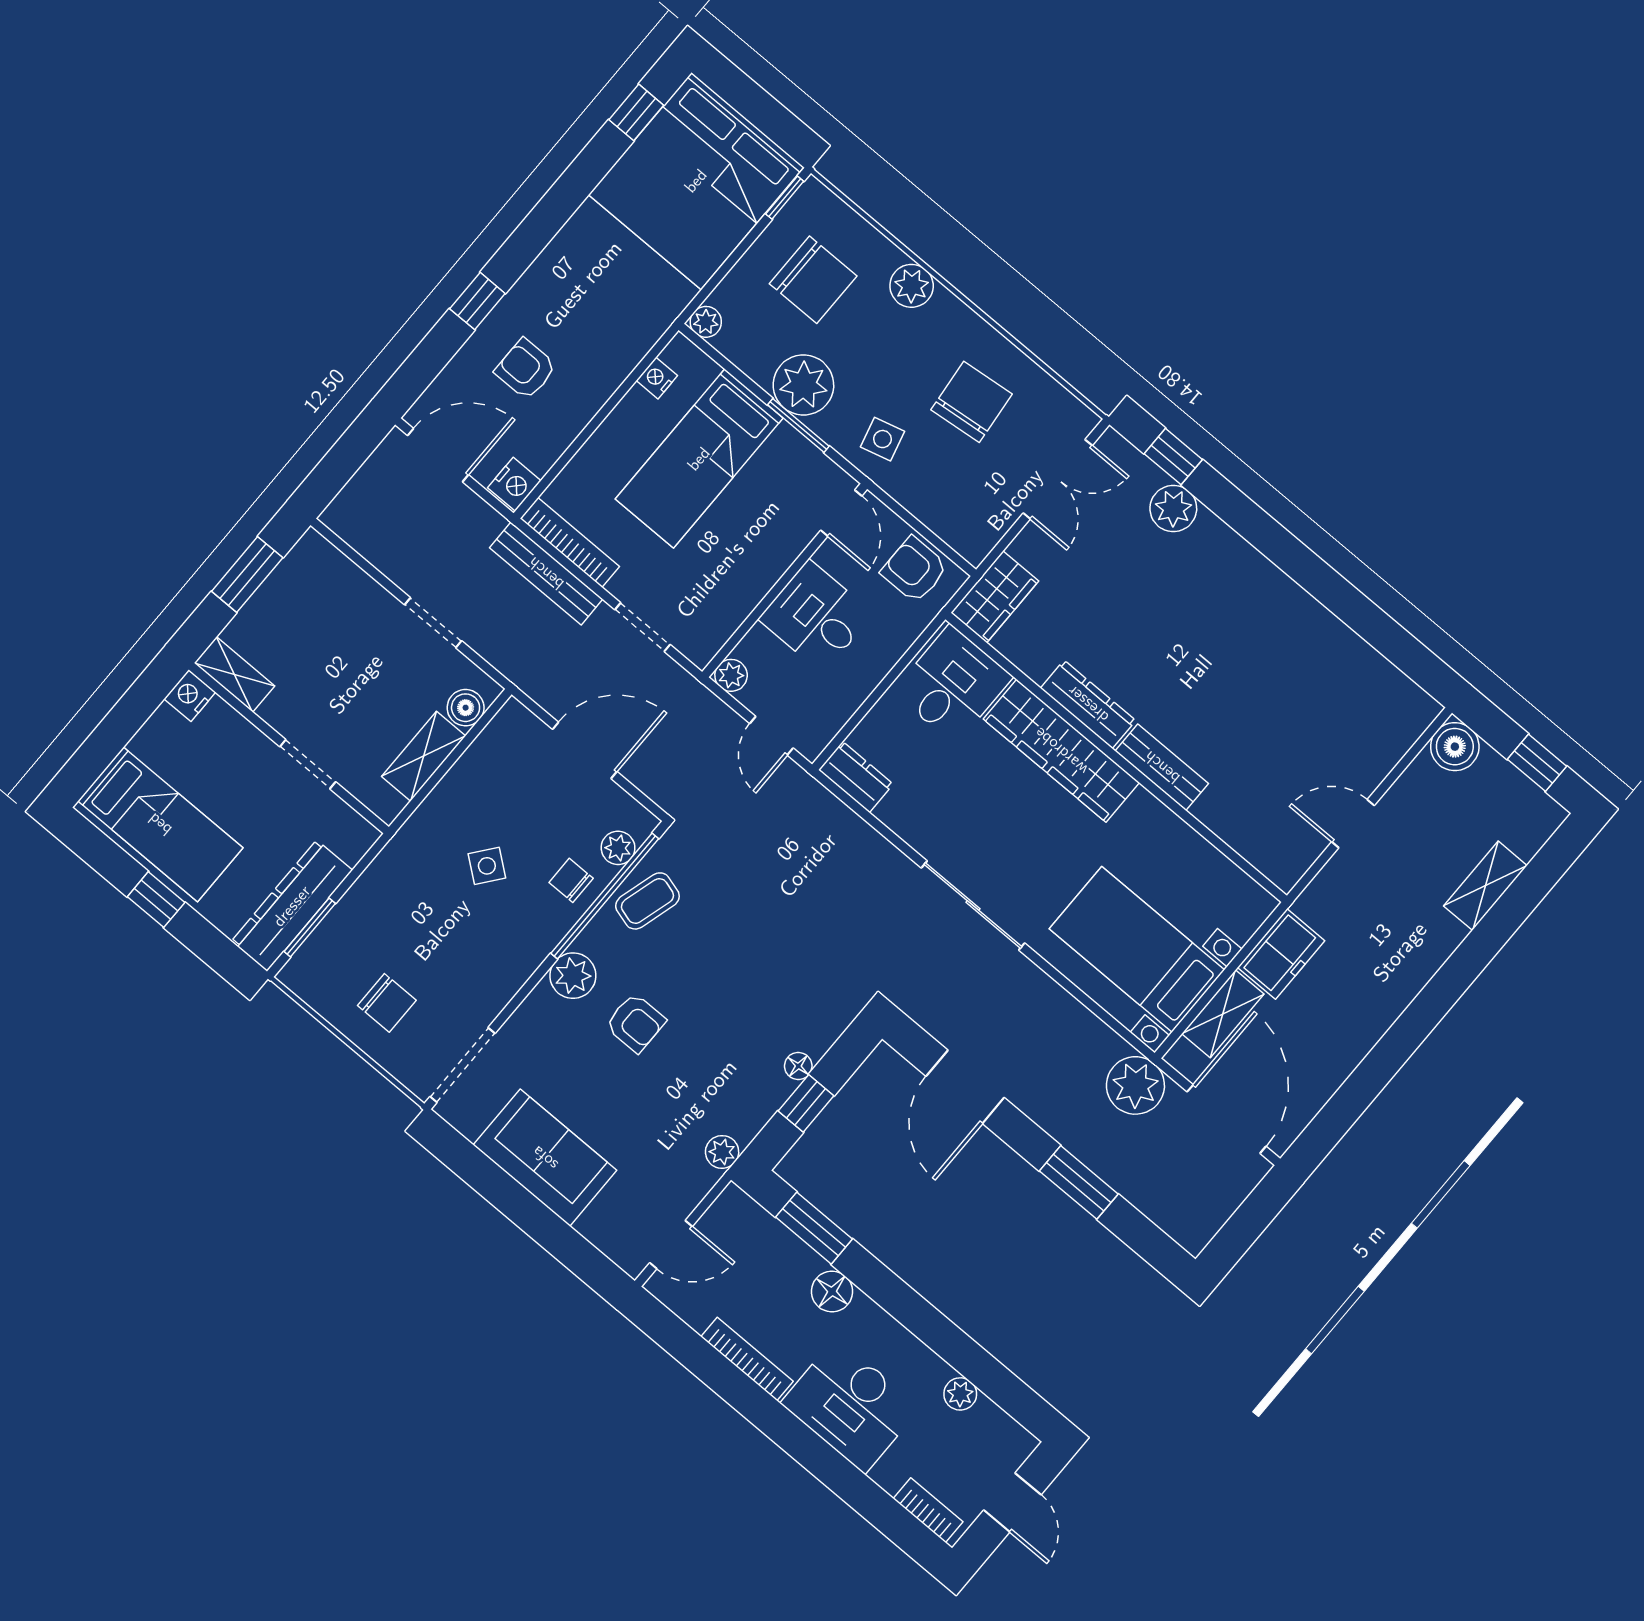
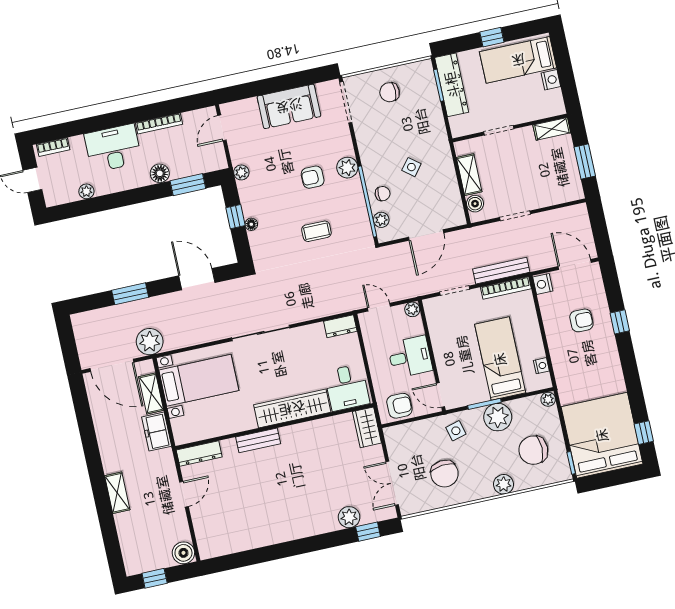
door: (438, 455) -> (575, 264), swing flipped
nightstand: (190, 695) -> (551, 80), moved
dresser: (1088, 704) -> (199, 454), moved
shelving: (1485, 886) -> (117, 493), moved
coffee table: (647, 901) -> (316, 231), moved, turned 74

